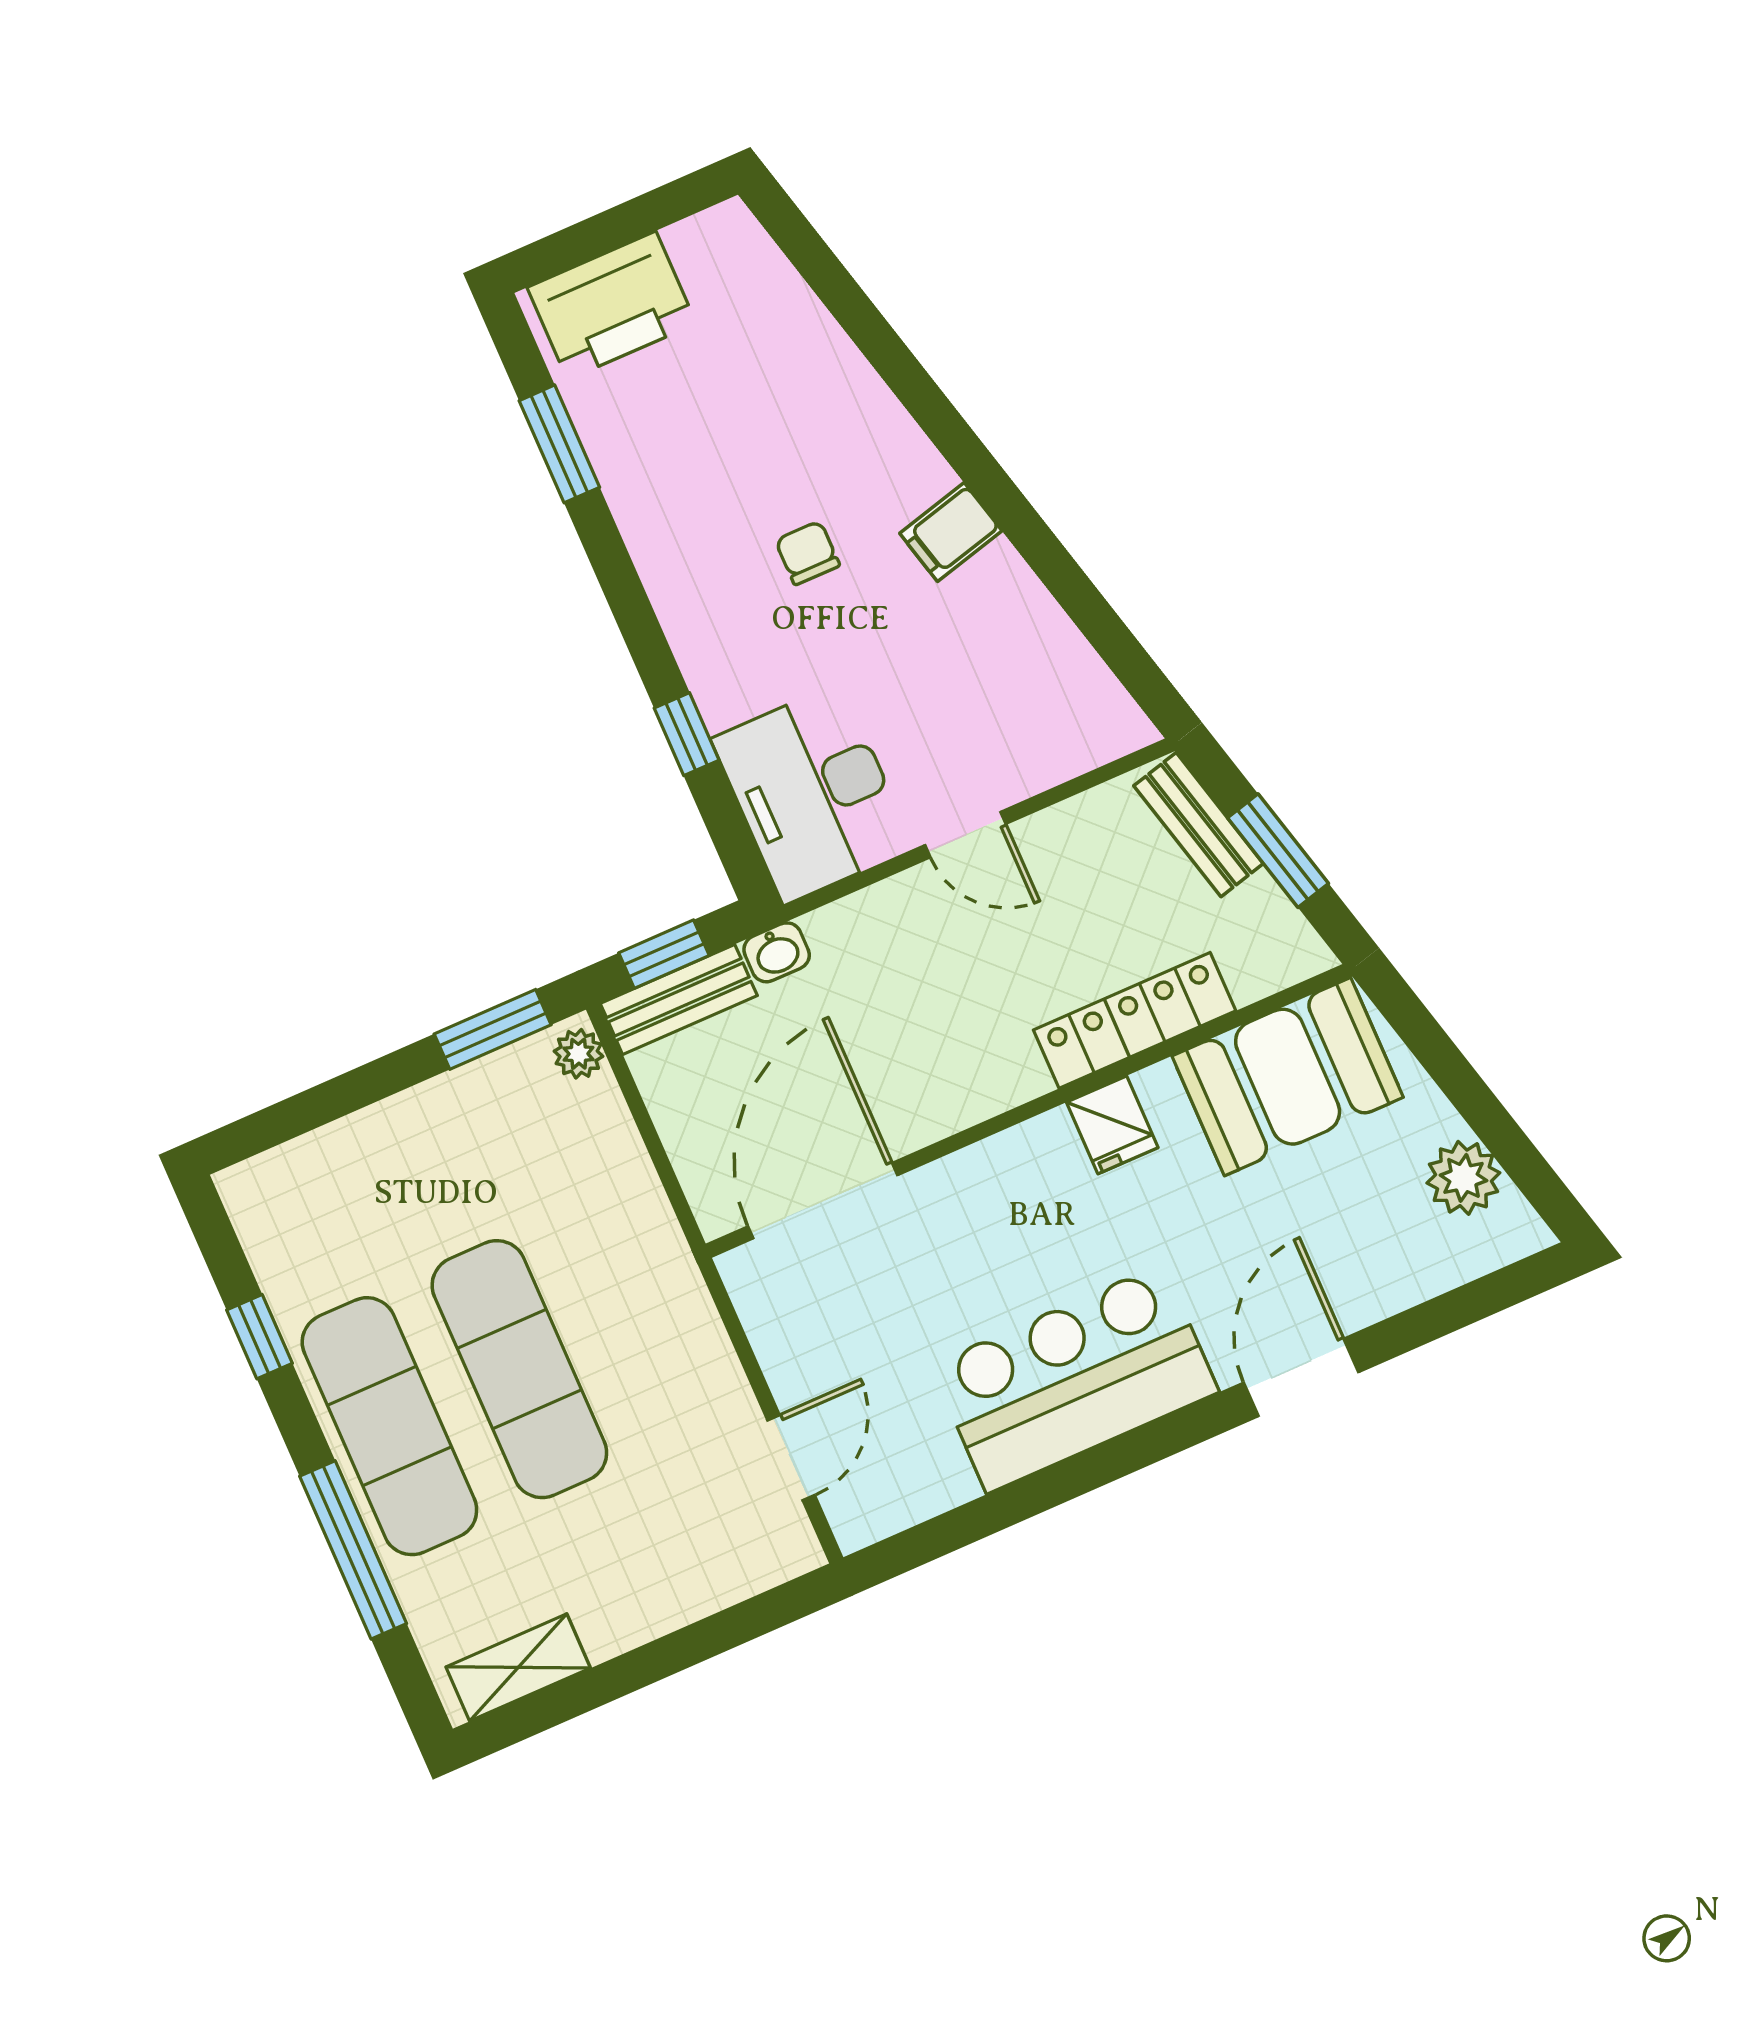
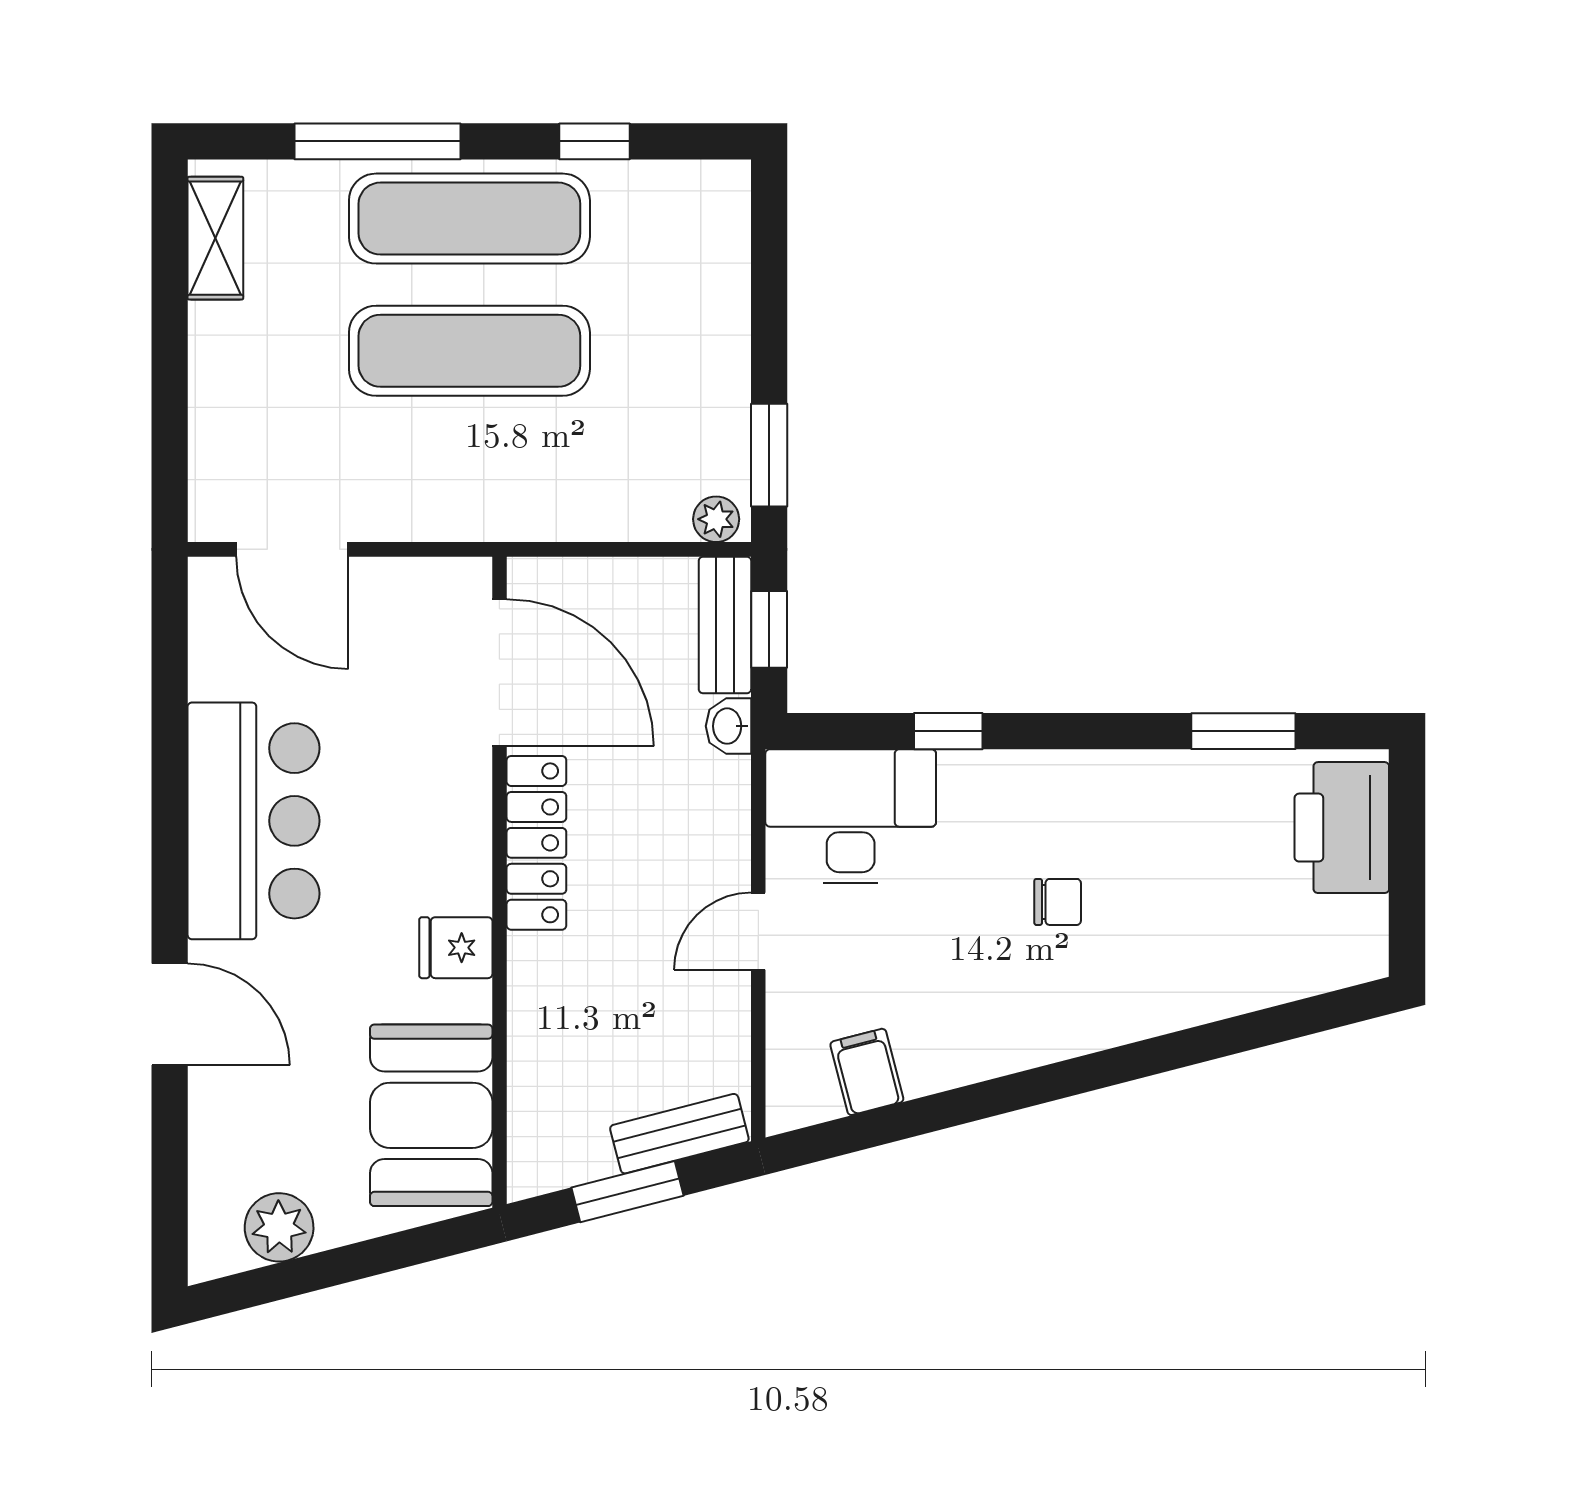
filing cabinet: (951, 532) -> (867, 1072), moved
locker: (1135, 1020) -> (536, 843), moved
door: (791, 1458) -> (292, 549), width x1.38

